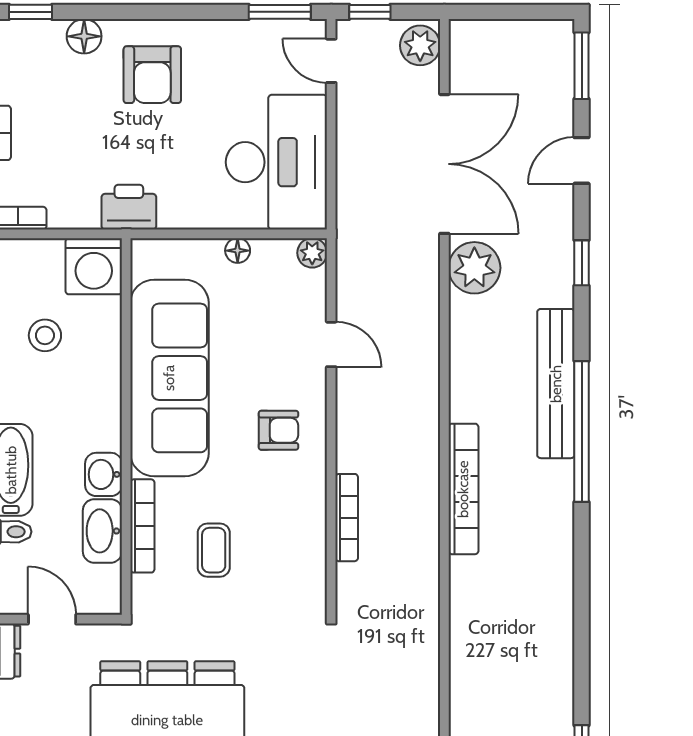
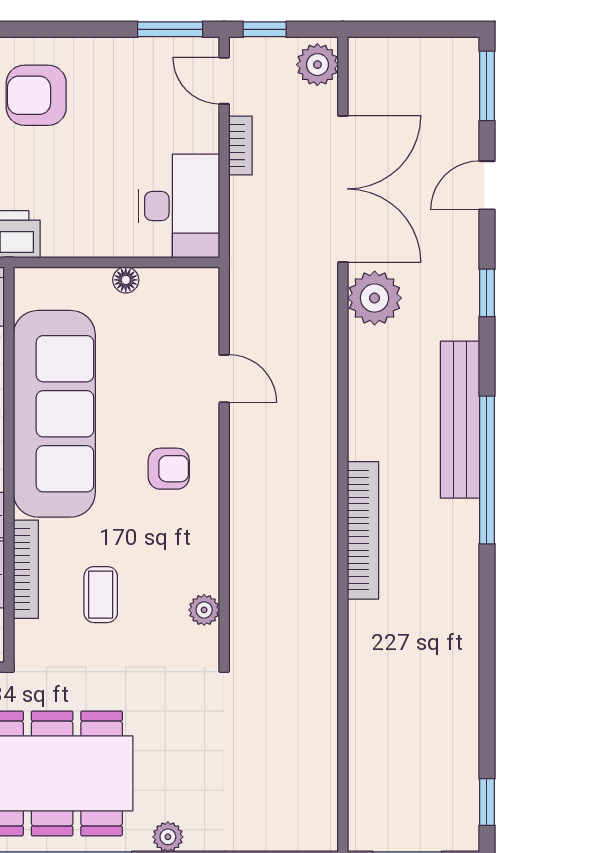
armchair: (152, 75) -> (36, 95), turned 90
desk: (276, 162) -> (179, 206), width x0.73, depth x0.77
plant: (312, 253) -> (204, 610), moved
bookcase: (347, 518) -> (240, 146), moved, width x0.64

